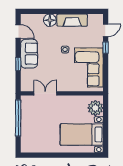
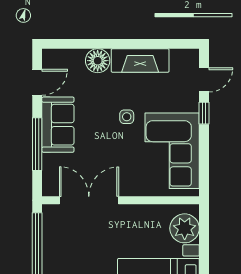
door: (18, 31) -> (37, 82), hinge flipped
window: (18, 64) -> (37, 144), width x2.17
double door: (45, 93) -> (89, 200), width x1.37

